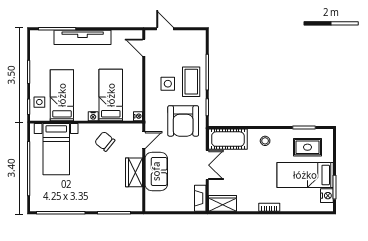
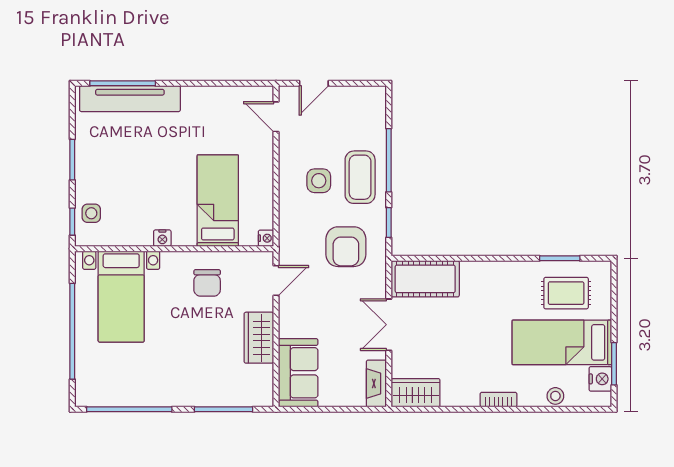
door: (165, 29) -> (314, 83), swing flipped
tv unit: (83, 37) -> (130, 99), moved
bed: (62, 95) -> (131, 201), removed
nightstand: (93, 116) -> (162, 238), moved
armchair: (183, 121) -> (346, 247), width x0.73, depth x0.73
chair: (105, 141) -> (207, 283), turned -129
stool: (265, 141) -> (555, 396), moved
double door: (207, 165) -> (389, 325), swing flipped
sofa: (156, 171) -> (298, 373), moved

